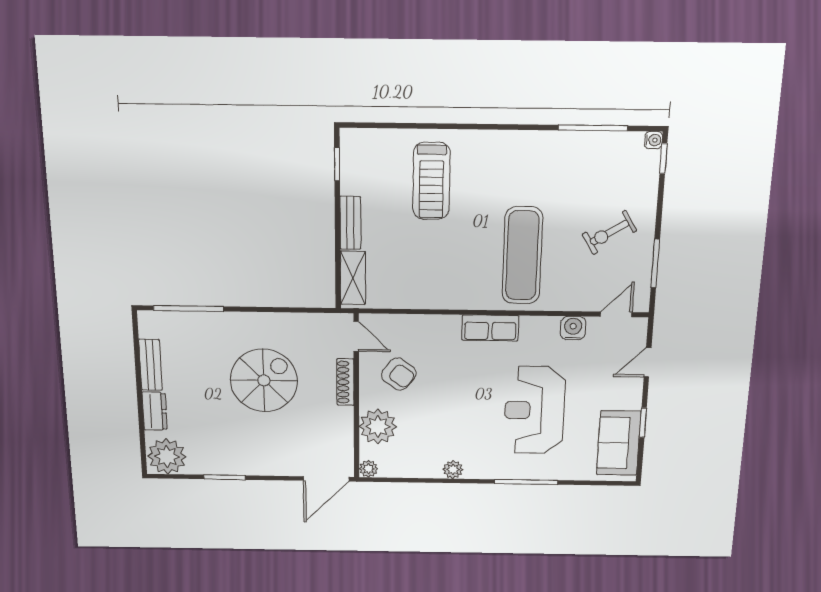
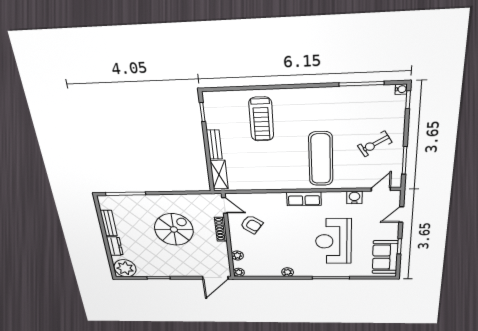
plant: (378, 427) -> (237, 255), width x0.53, depth x0.53

